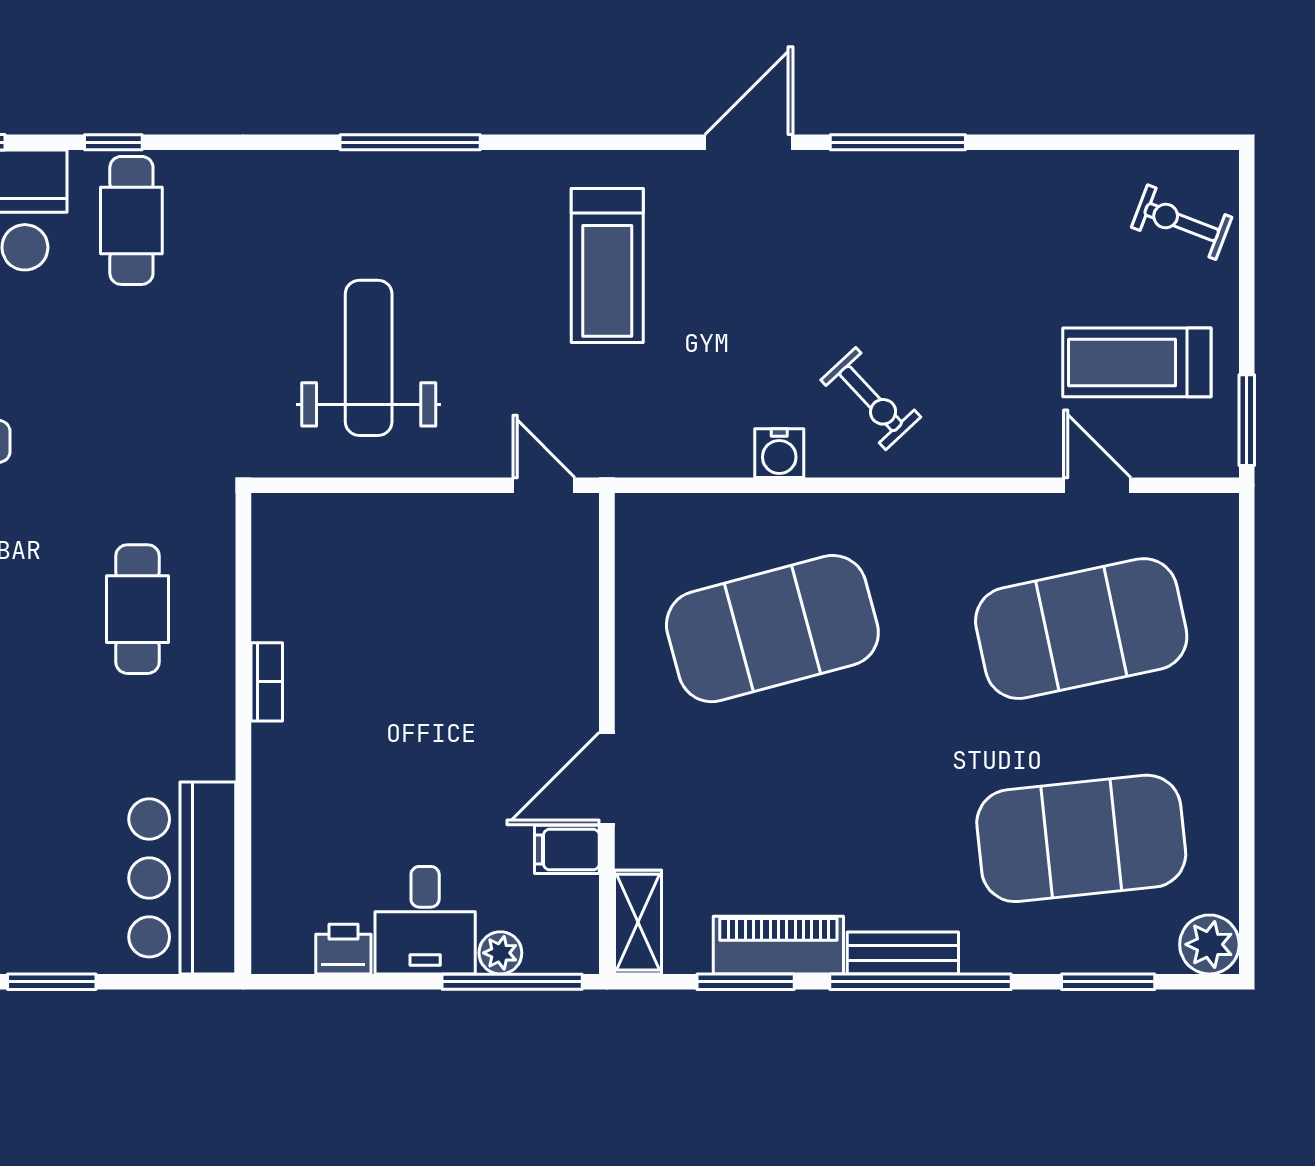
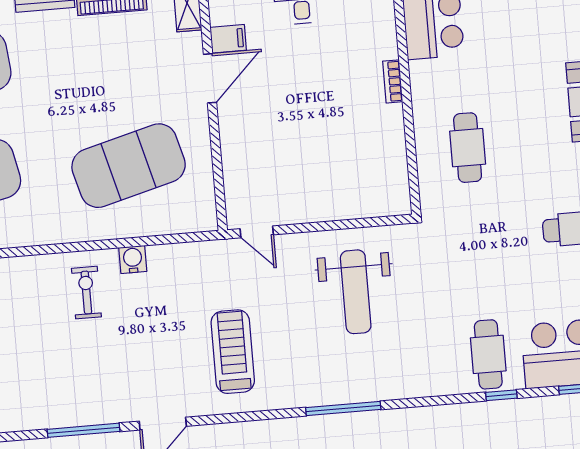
exercise bike: (871, 399) -> (86, 293), turned 43
bookcase: (267, 682) -> (393, 81), moved

